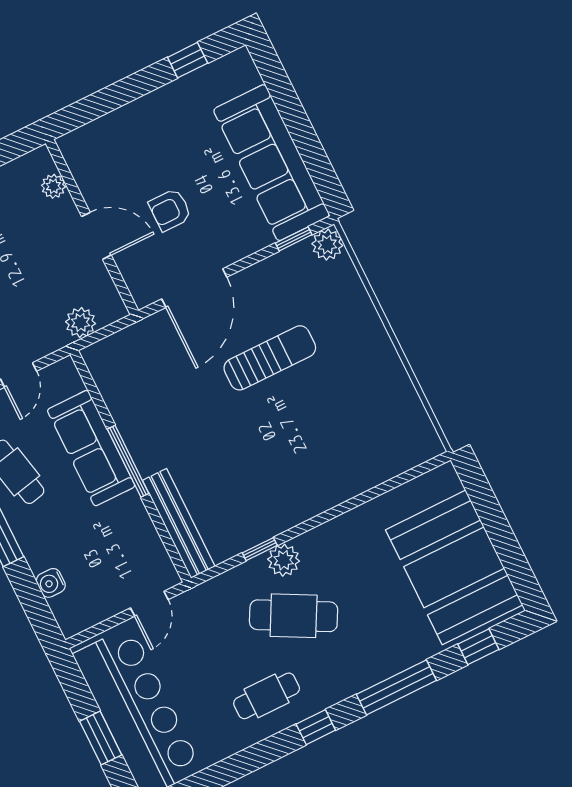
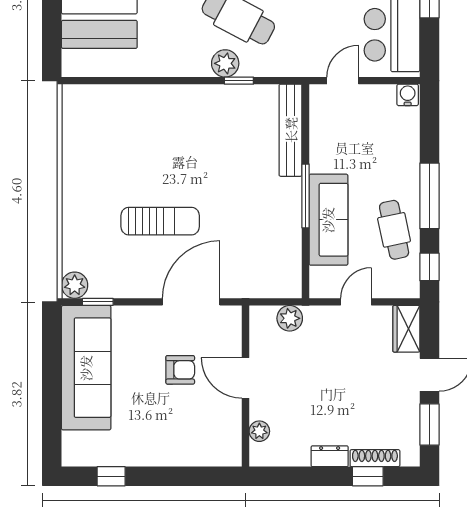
sun lounger: (270, 358) -> (160, 221), turned 180
water cooler: (51, 583) -> (408, 95), moved, turned -90

